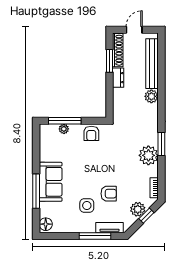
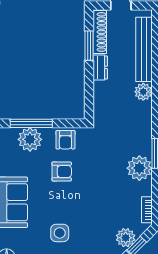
plant: (64, 129) -> (30, 139), width x1.87, depth x1.87
armchair: (109, 194) -> (62, 171), moved

